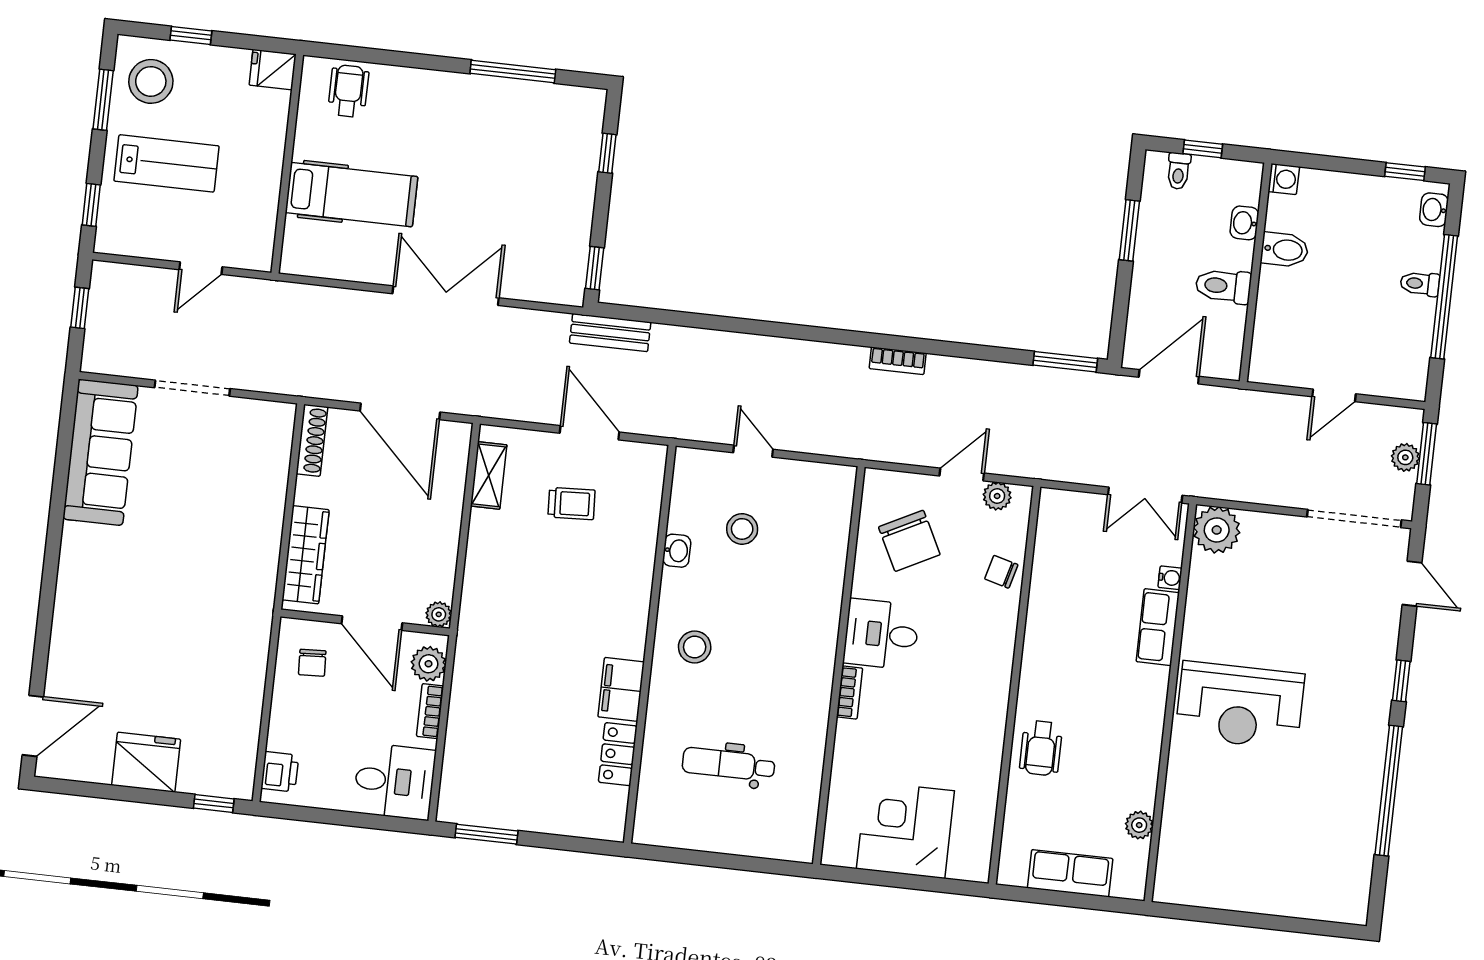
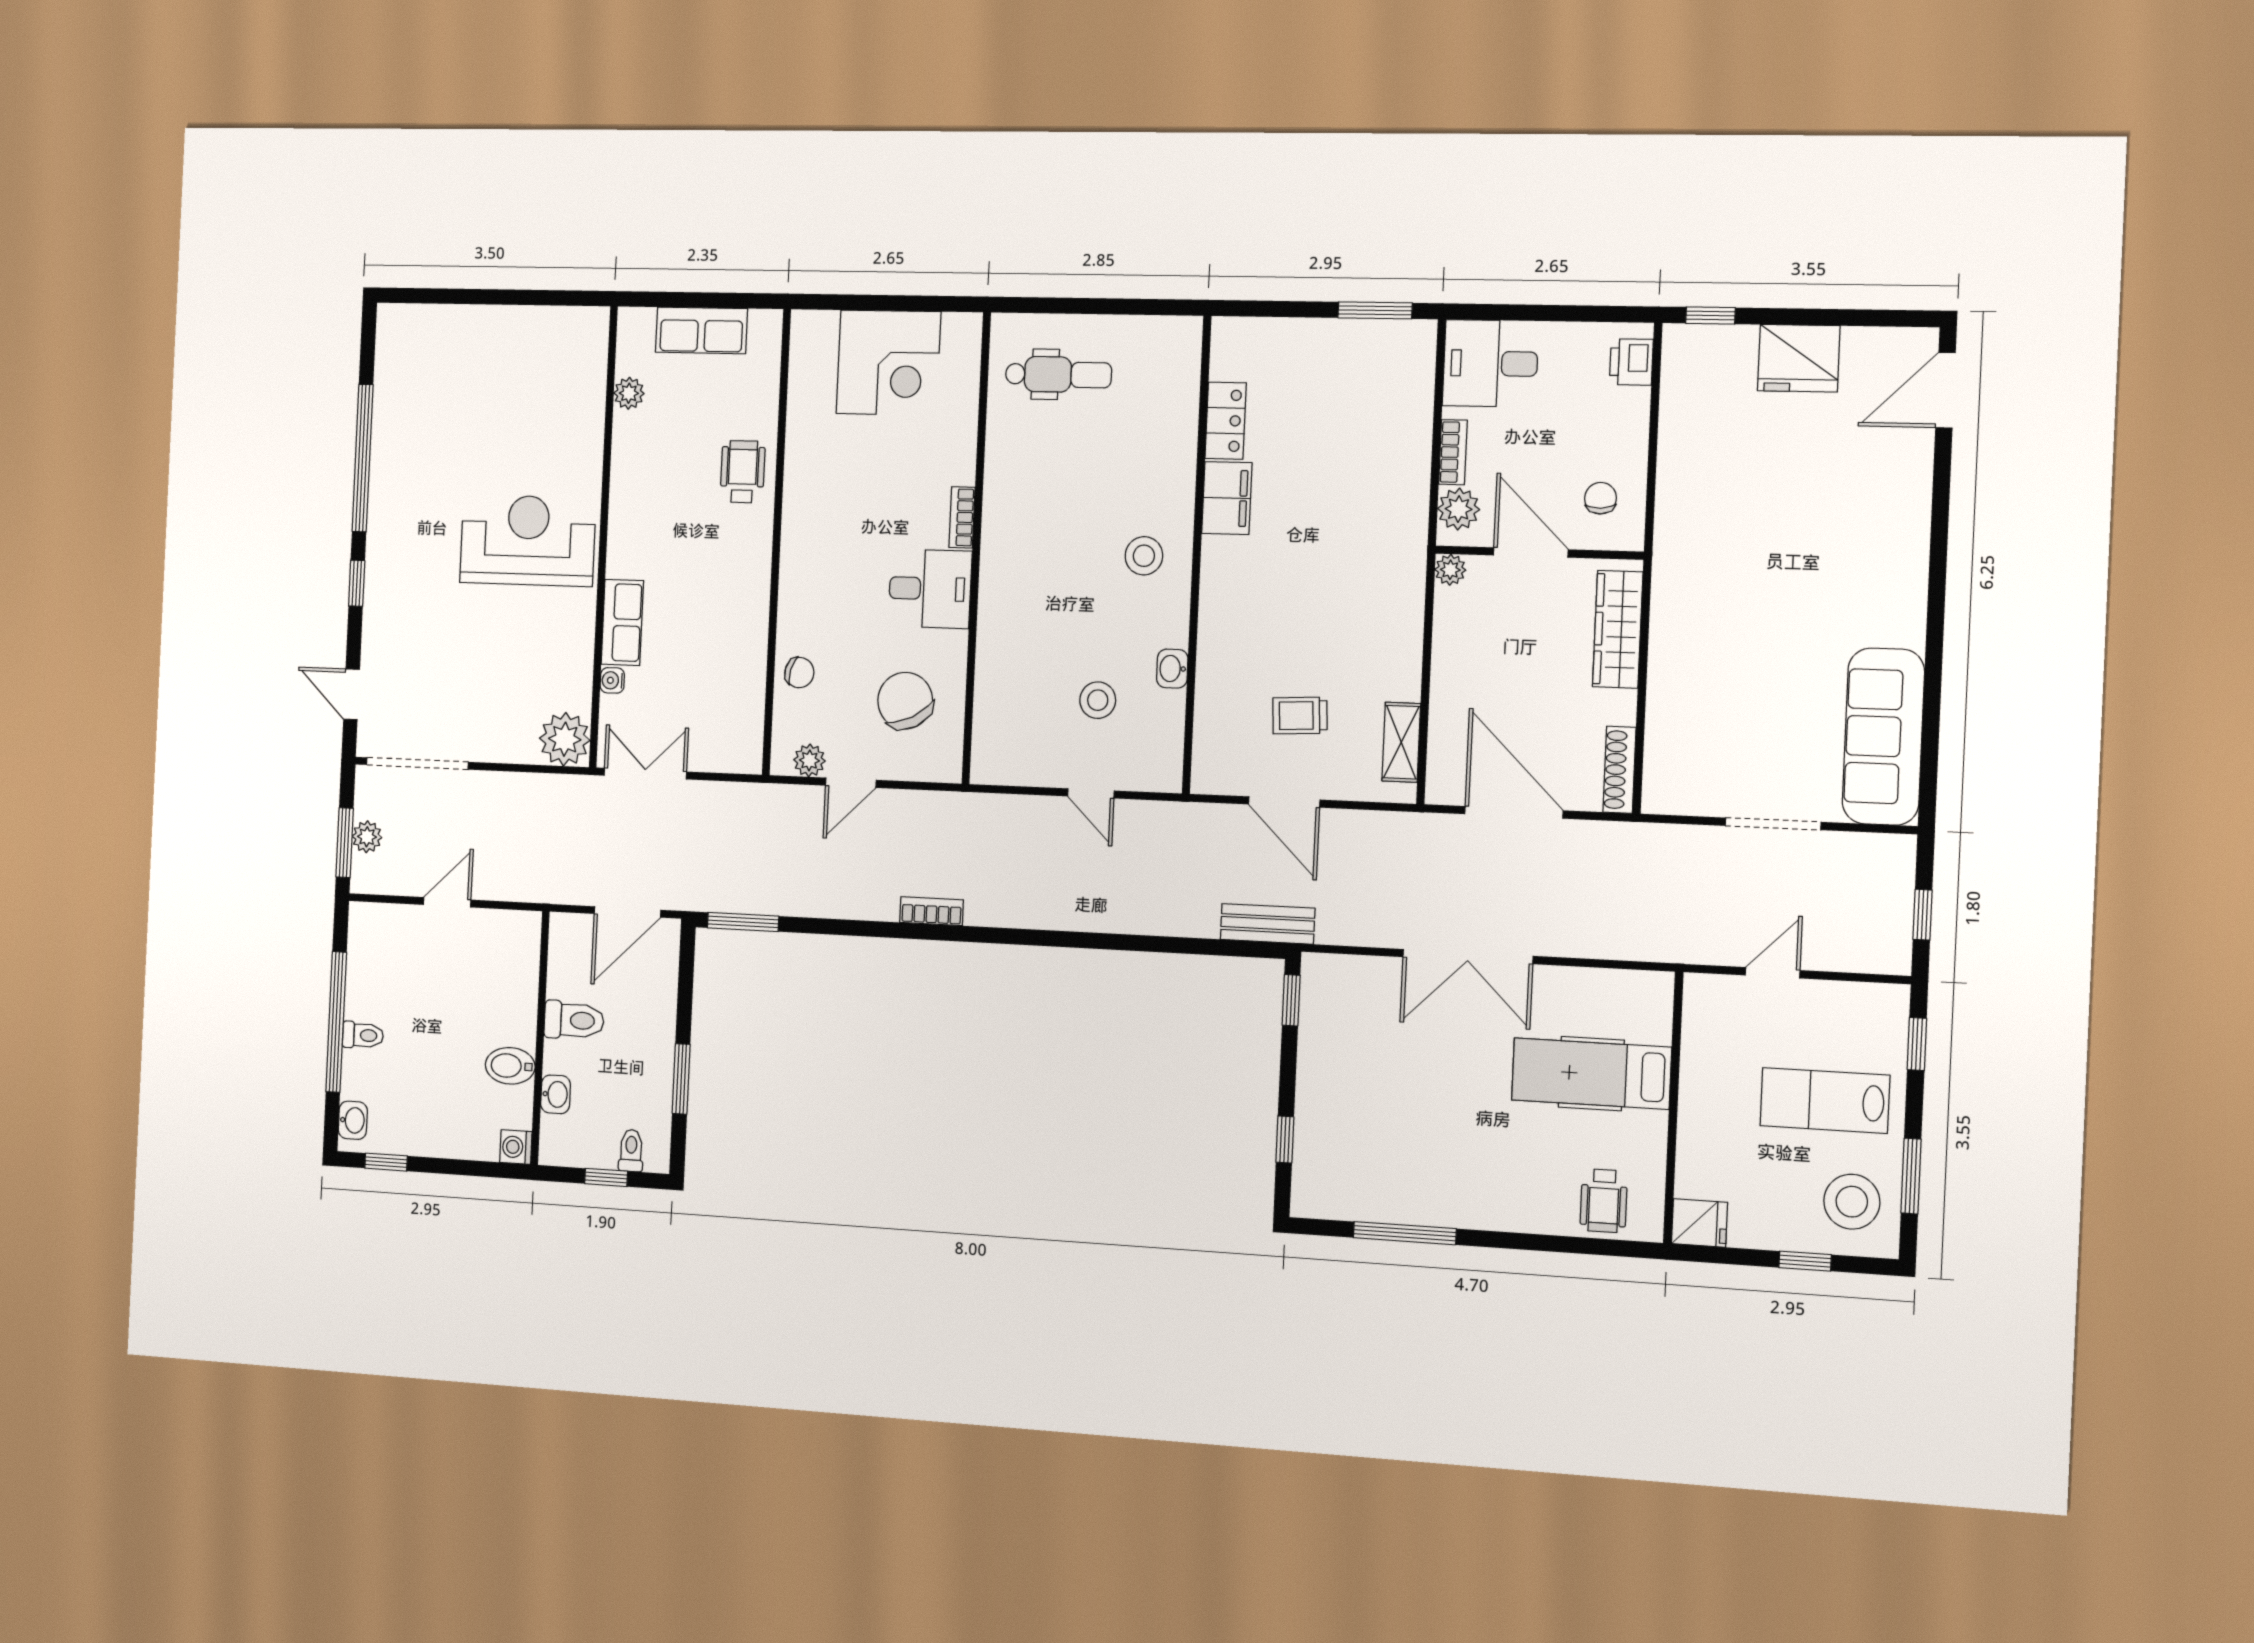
dental chair: (729, 764) -> (1058, 375), moved

